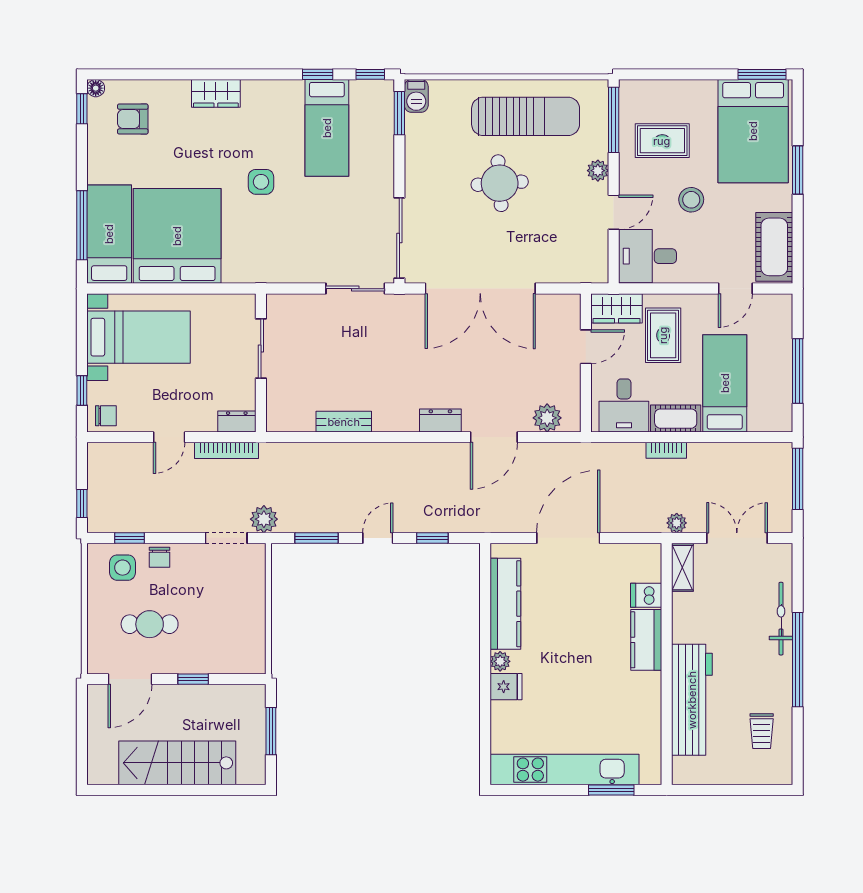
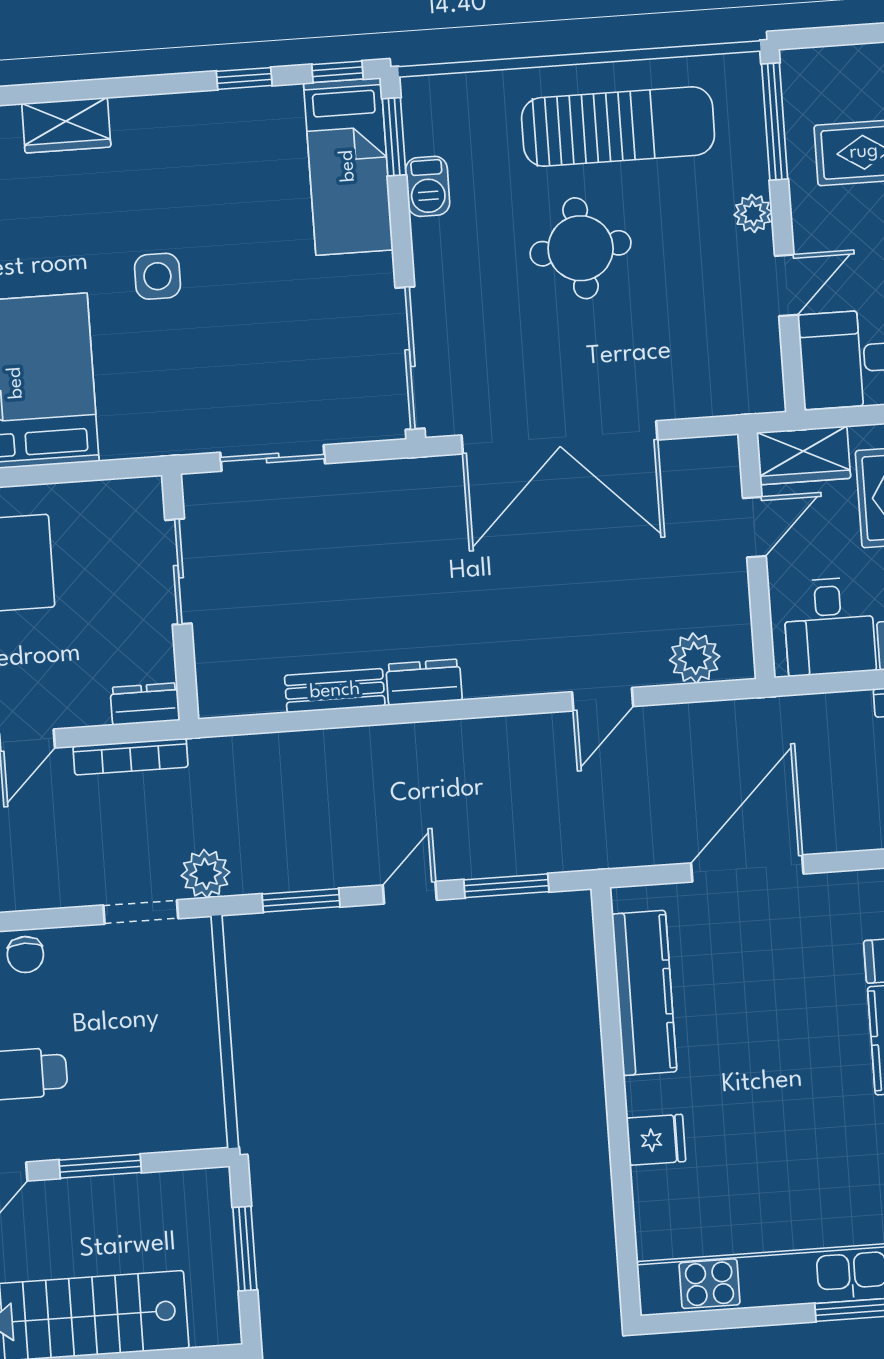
barbecue: (416, 96) -> (428, 186), moved
bed: (327, 128) -> (348, 166), moved
sliding door: (355, 289) -> (273, 458), moved
dresser: (440, 420) -> (424, 682), moved
door: (494, 437) -> (603, 699), width x0.73
window: (432, 538) -> (506, 886), width x1.50
plant: (500, 661) -> (642, 1096), removed
window: (193, 679) -> (100, 1166), width x1.50

